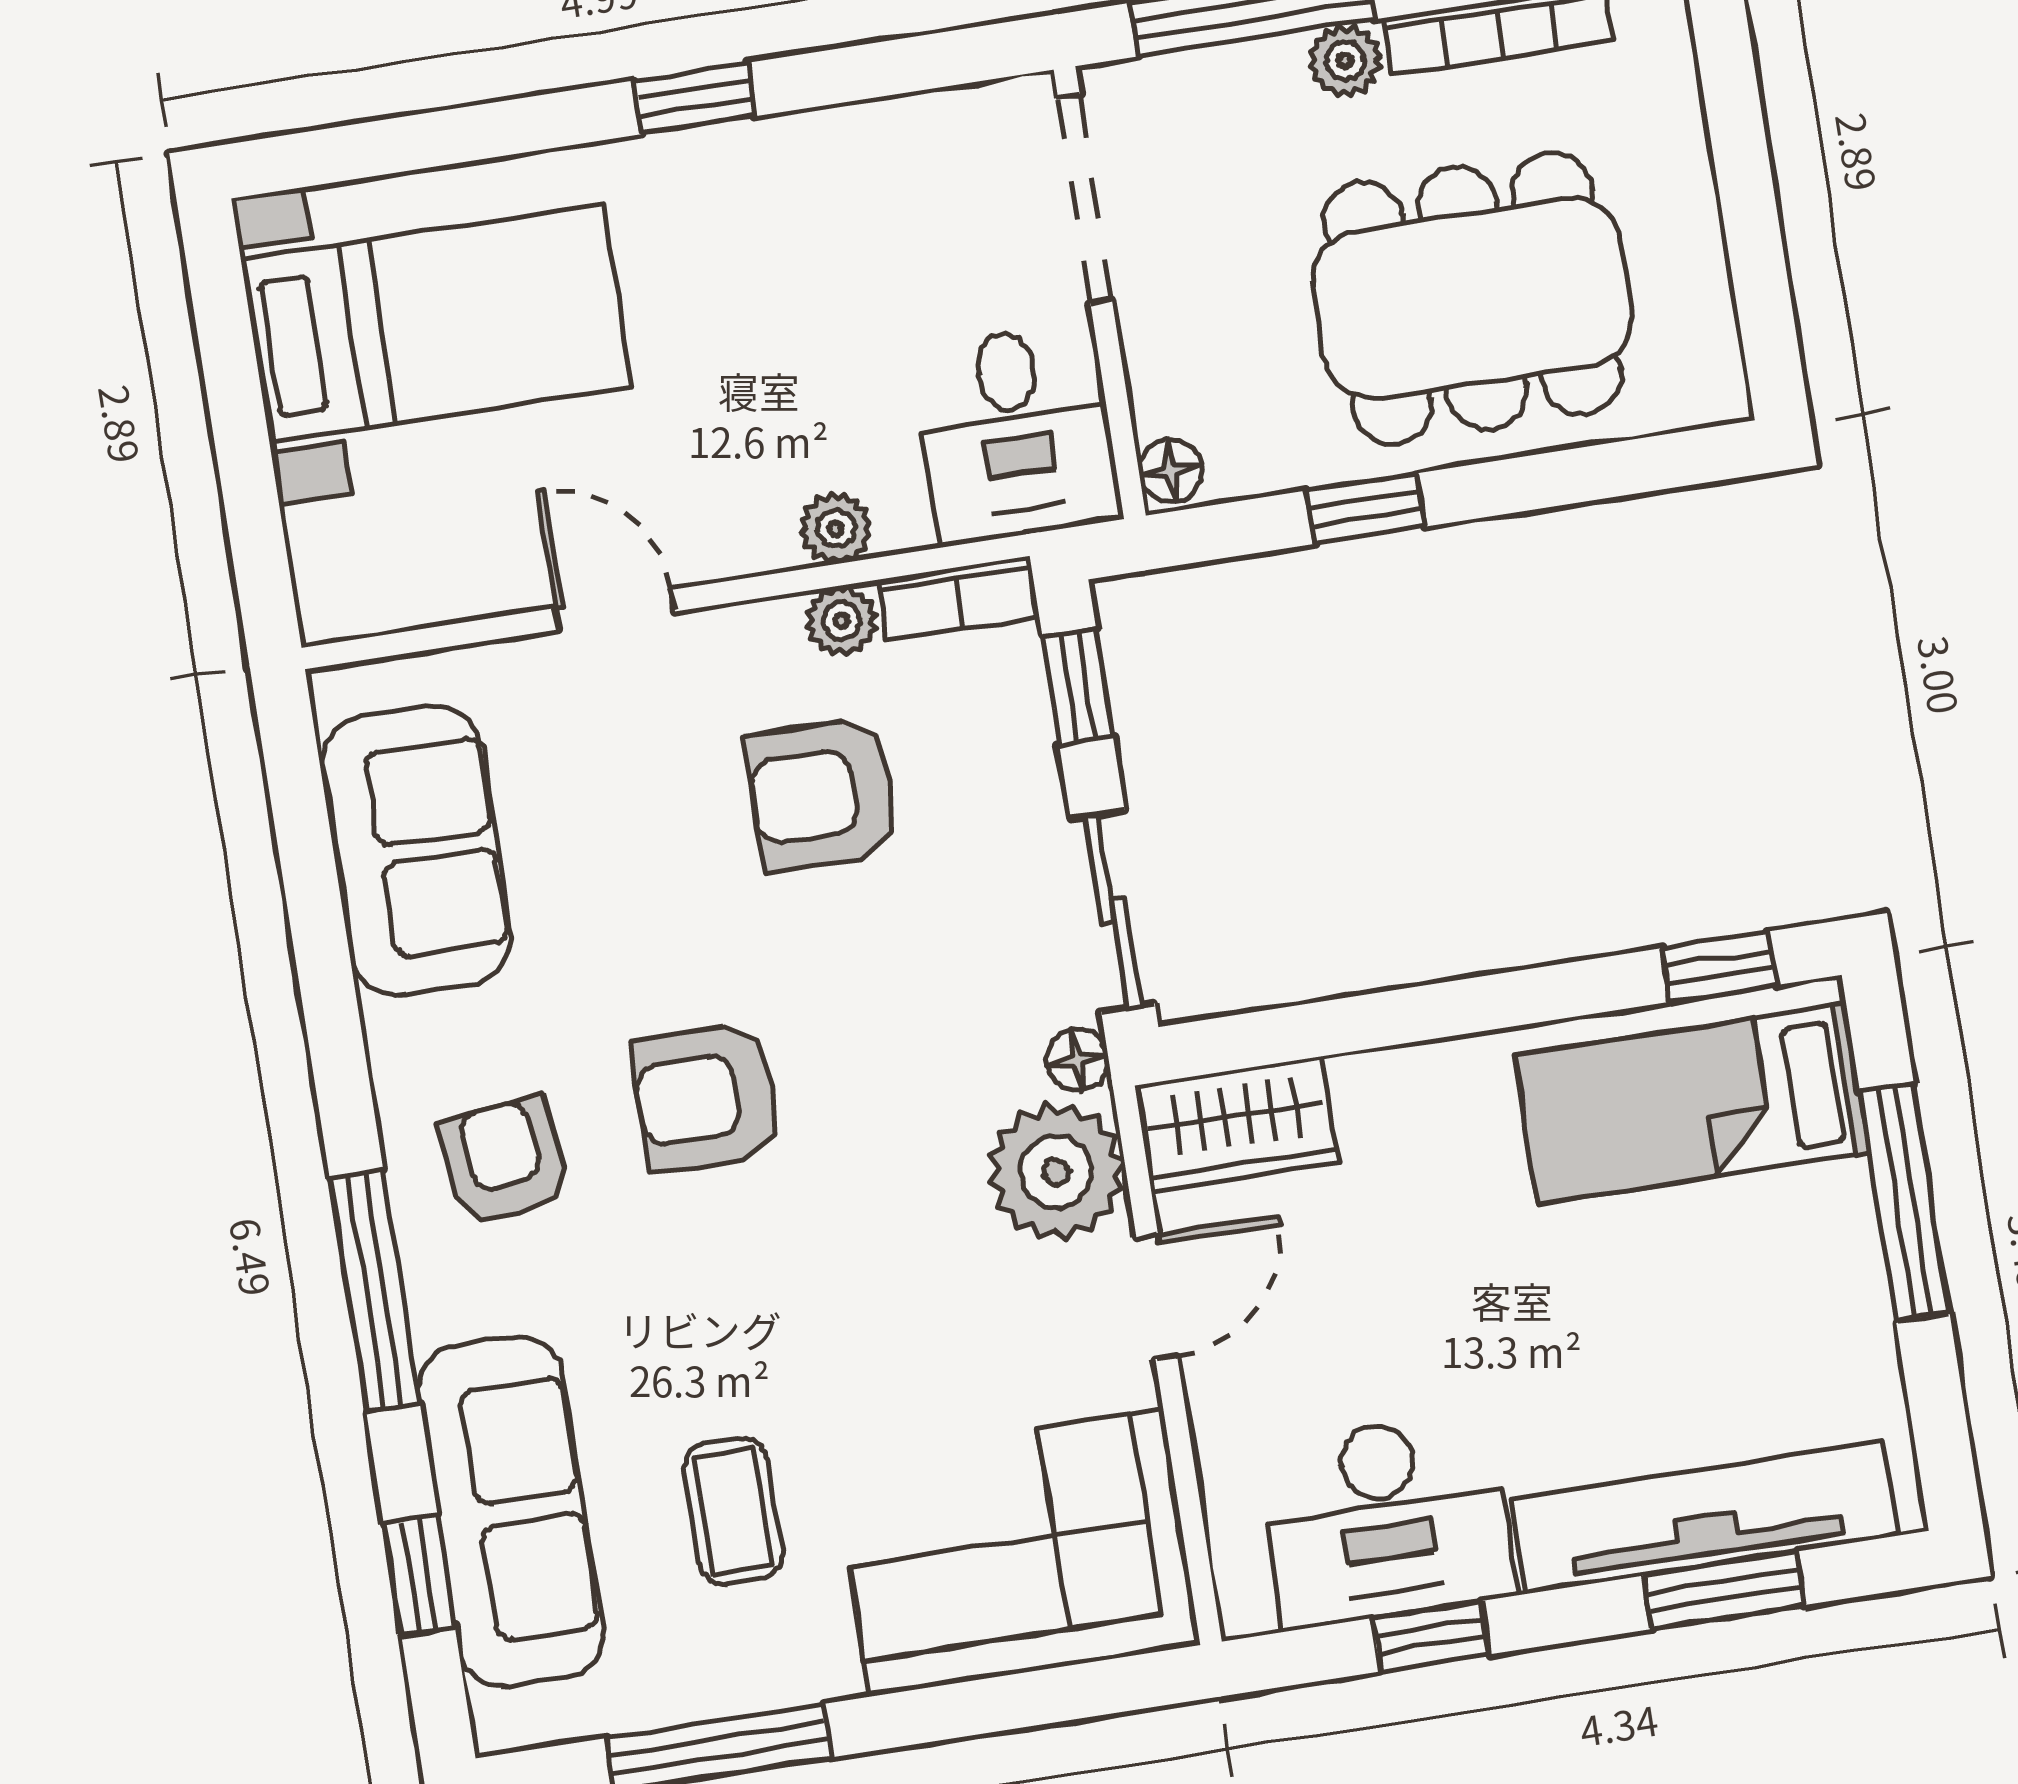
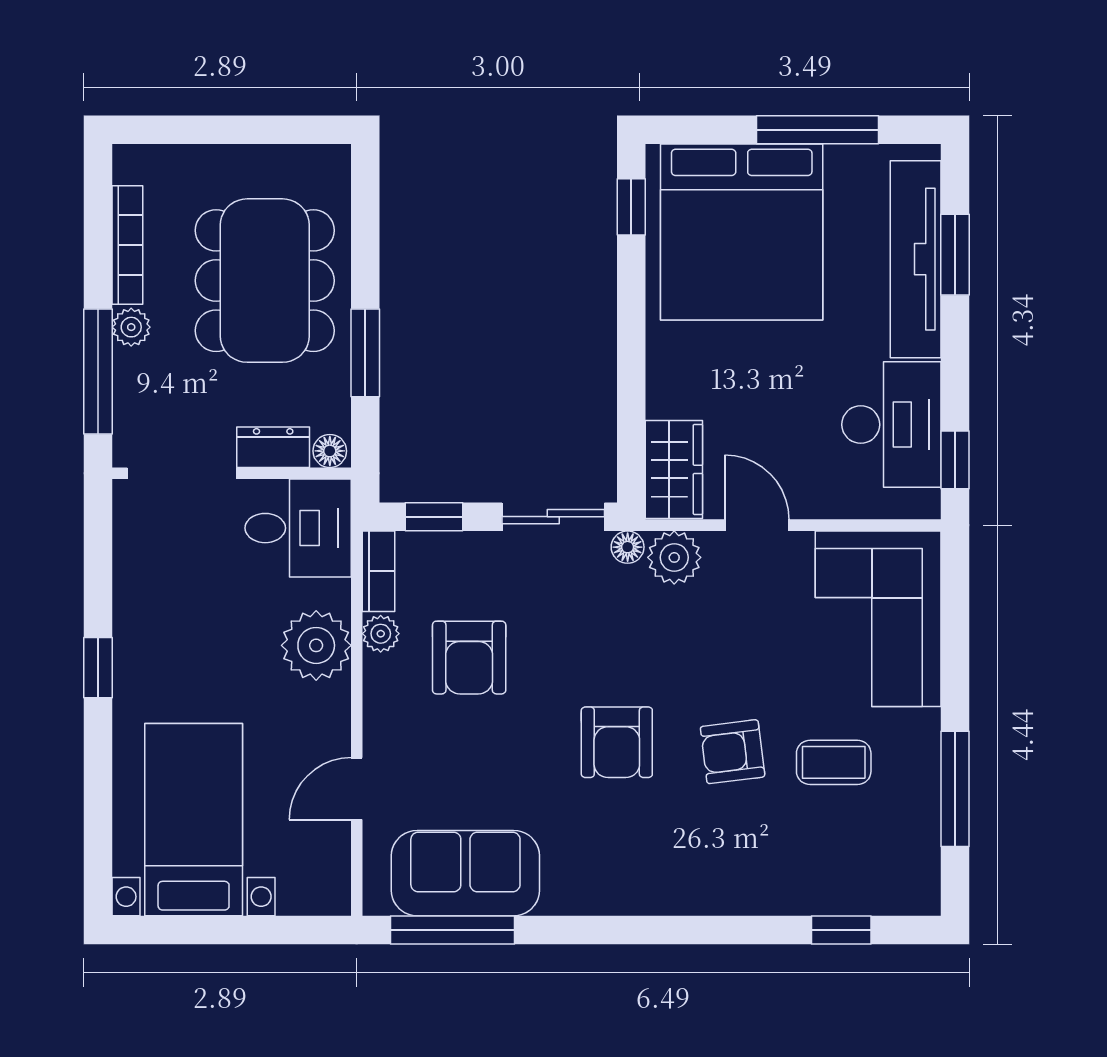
dresser: (1161, 363) -> (273, 447), added
window: (1366, 509) -> (365, 353), width x1.50
plant: (836, 528) -> (316, 645), width x1.88, depth x1.88
door: (615, 610) -> (357, 789), moved
bed: (1692, 1104) -> (742, 232), width x2.04
armchair: (504, 1161) -> (733, 752), moved
plant: (1056, 1172) -> (674, 557), width x0.73, depth x0.73
window: (1905, 1202) -> (818, 130), moved
window: (375, 1291) -> (453, 930), moved
sofa: (511, 1512) -> (816, 878), removed
window: (1431, 1636) -> (955, 460), moved

